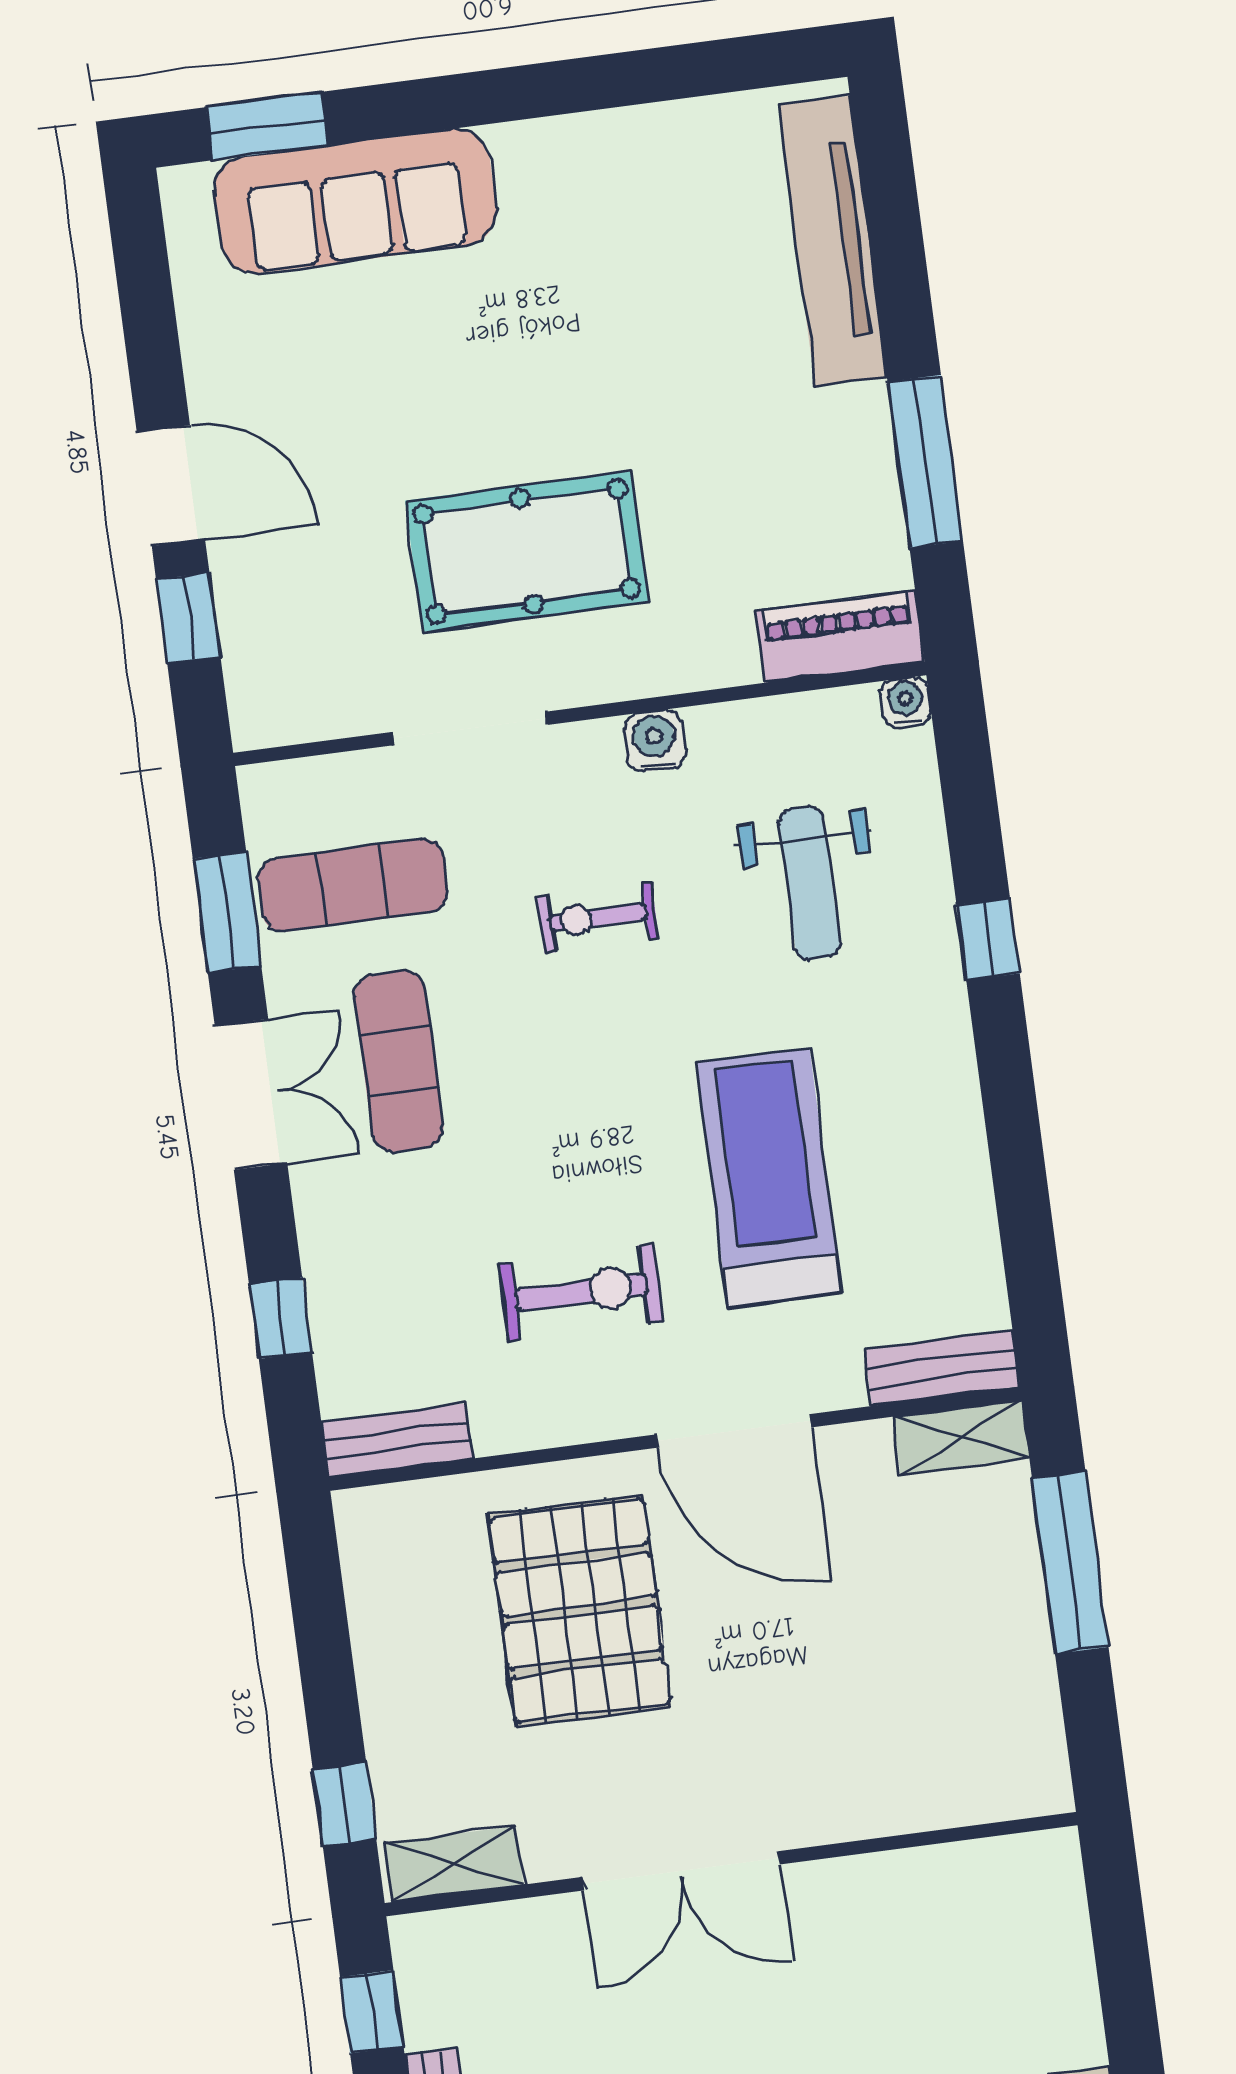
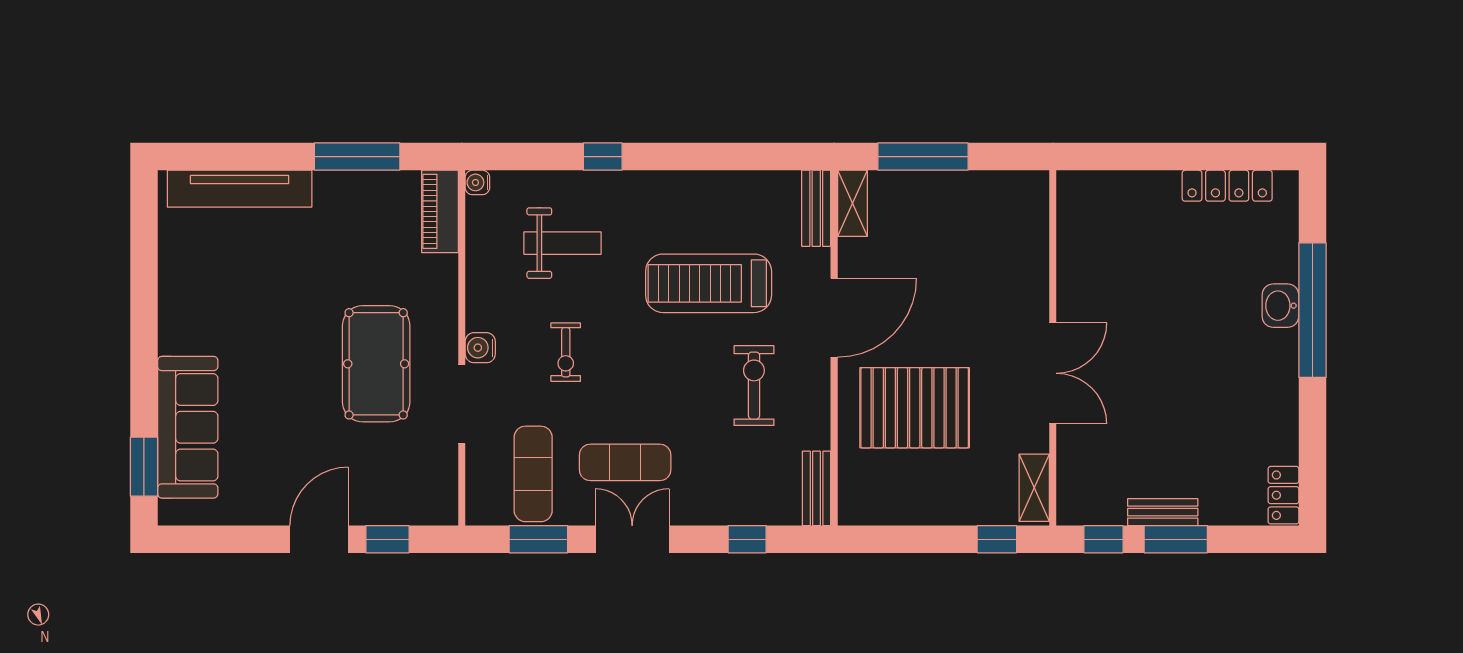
water cooler: (655, 741) -> (480, 348), moved

